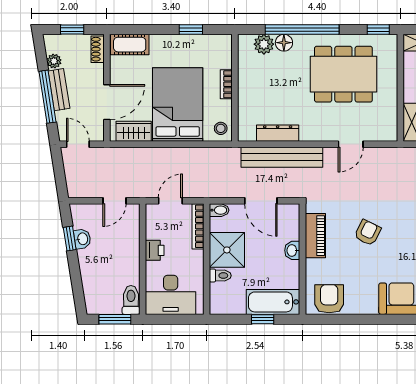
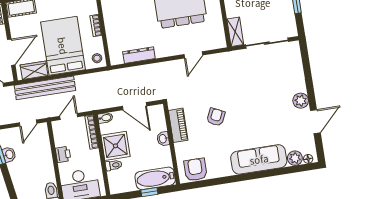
bench: (282, 157) -> (45, 88), moved

